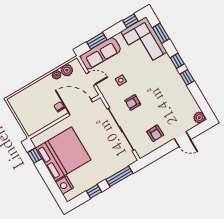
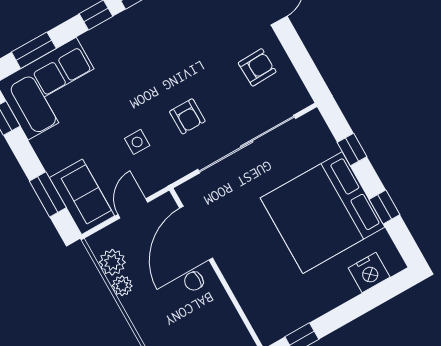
sofa: (100, 53) -> (82, 197), width x0.73
bed: (63, 154) -> (323, 213), moved, turned -90
window: (119, 176) -> (352, 149), width x0.46

